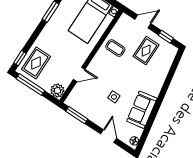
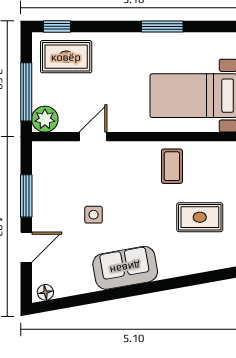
door: (79, 74) -> (93, 137), swing flipped
window: (30, 85) -> (26, 92), moved
sofa: (142, 110) -> (125, 268), moved
window: (77, 115) -> (26, 196), moved

